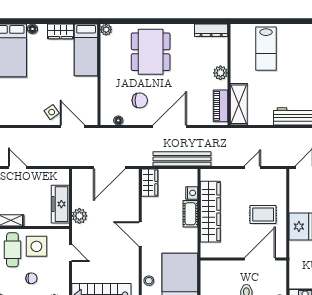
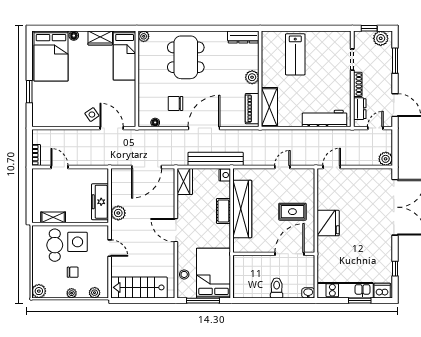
chair: (140, 100) -> (175, 103), turned 180
nightstand: (192, 193) -> (225, 175), moved

